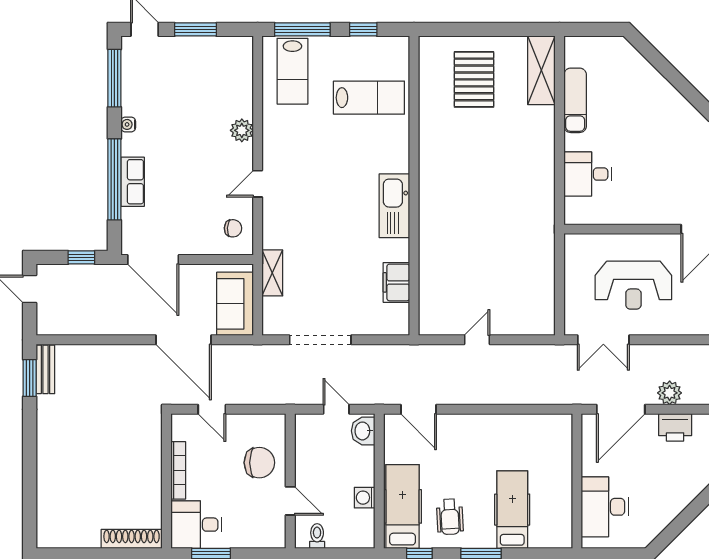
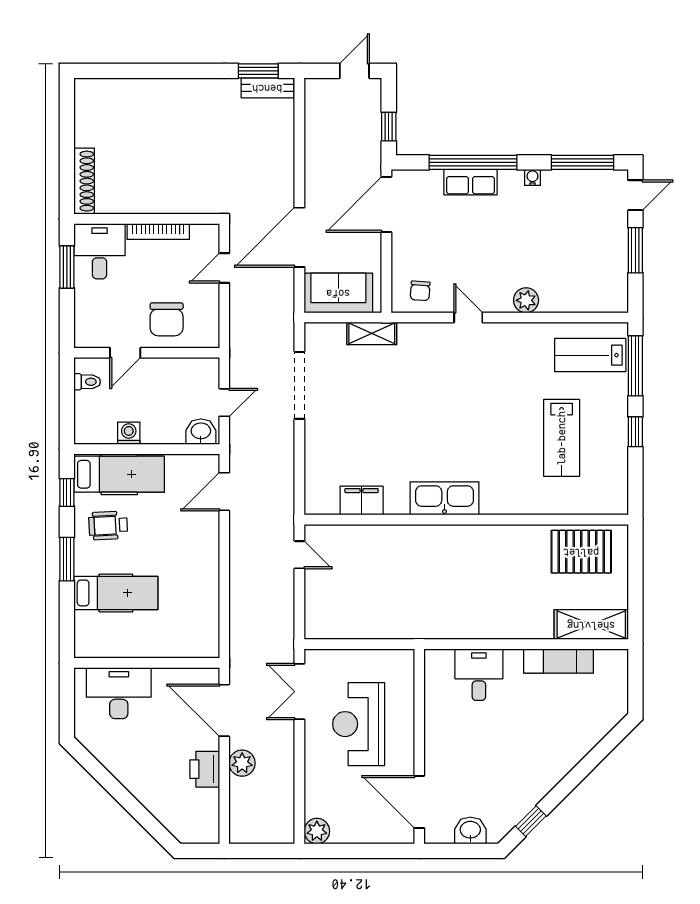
wall: (414, 186) -> (466, 520), moved
kitchen sink: (394, 206) -> (445, 498), moved
filing cabinet: (396, 282) -> (362, 501), moved

